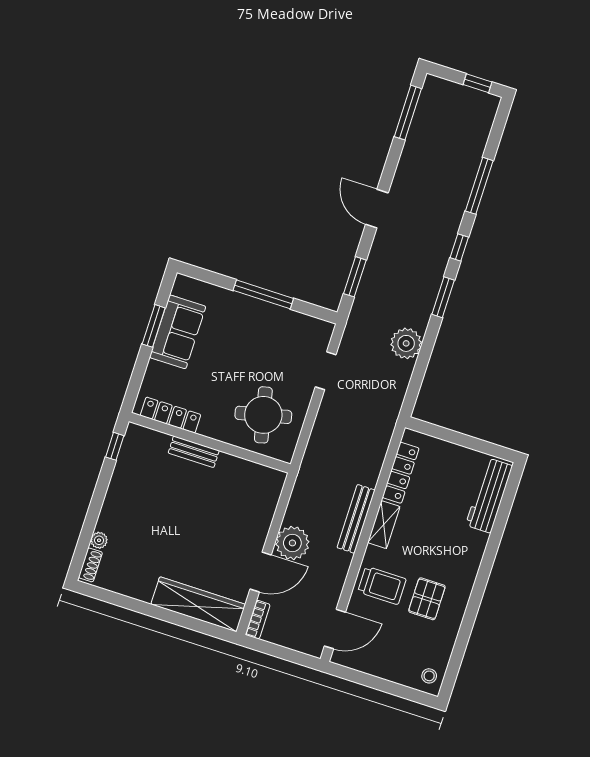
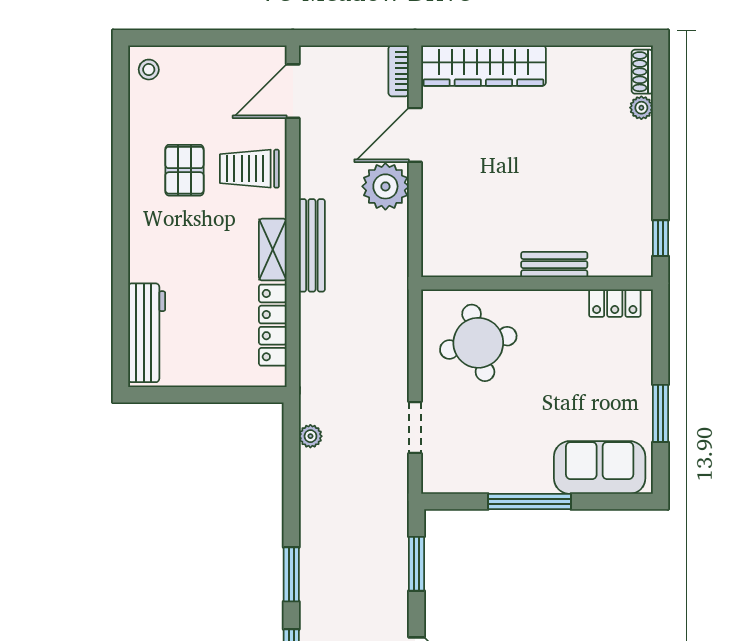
sofa: (178, 332) -> (600, 467), moved, turned 90
plant: (406, 343) -> (310, 436), moved, width x0.53, depth x0.53
locker: (171, 415) -> (615, 303), width x0.66

